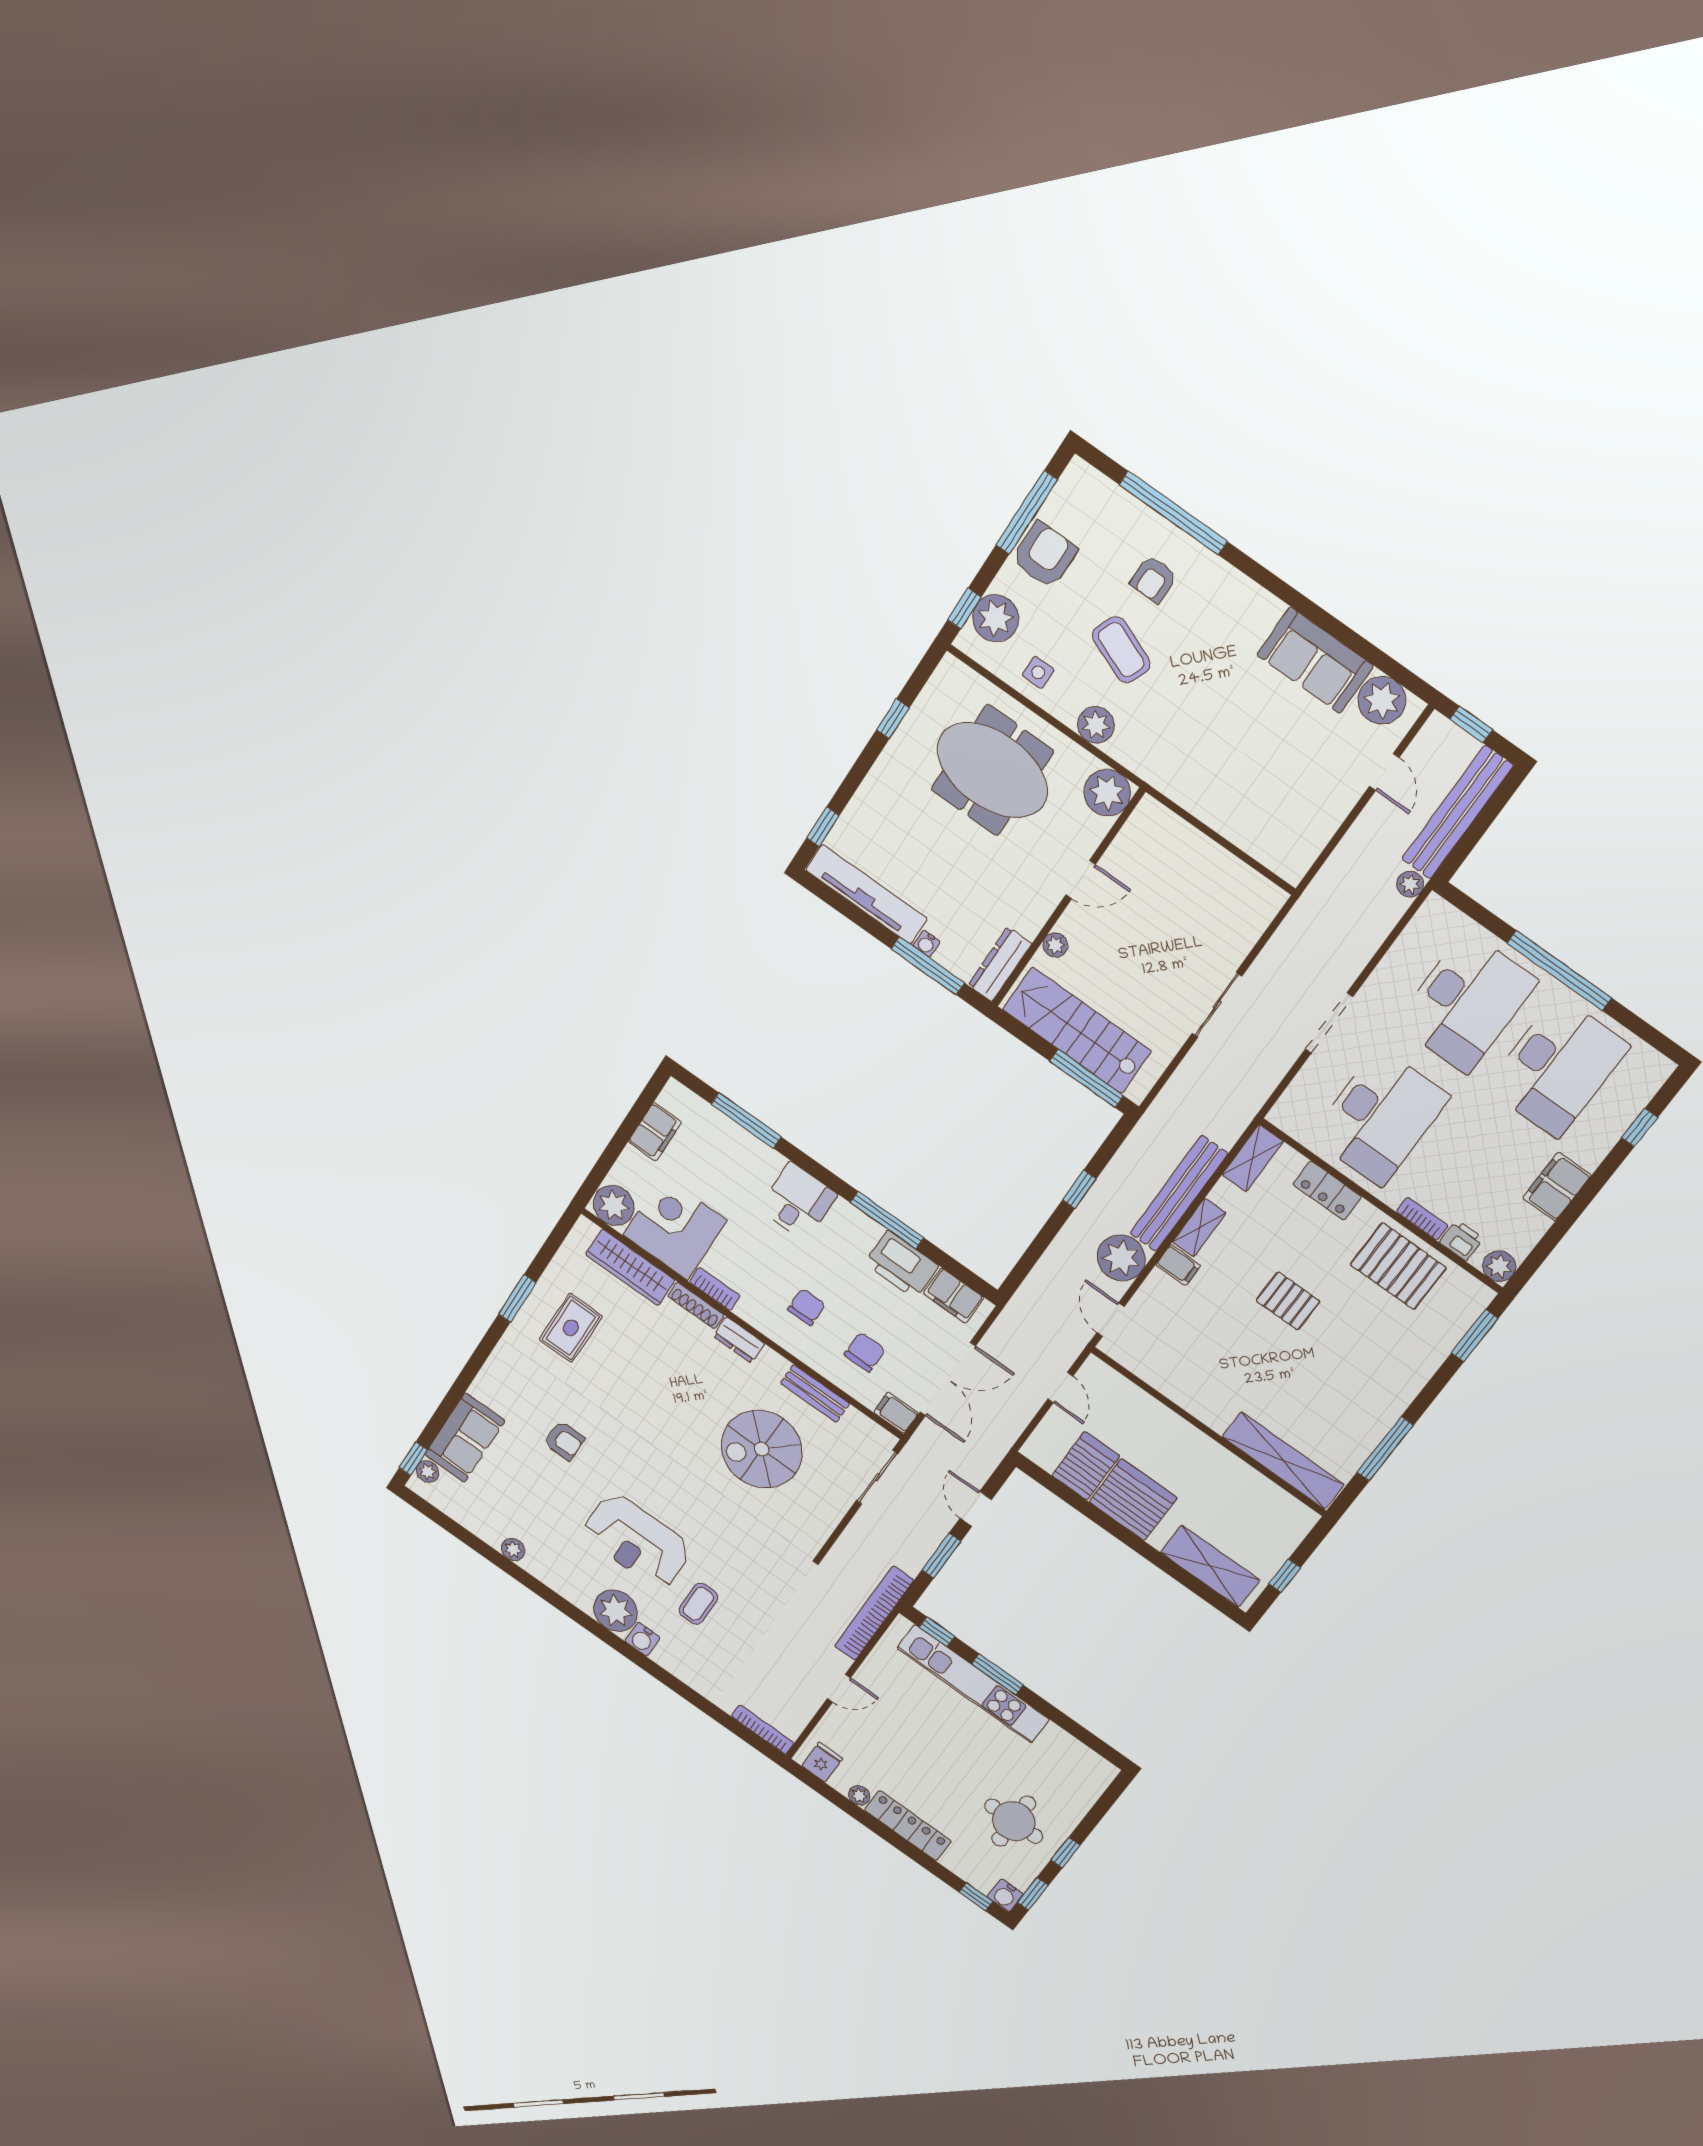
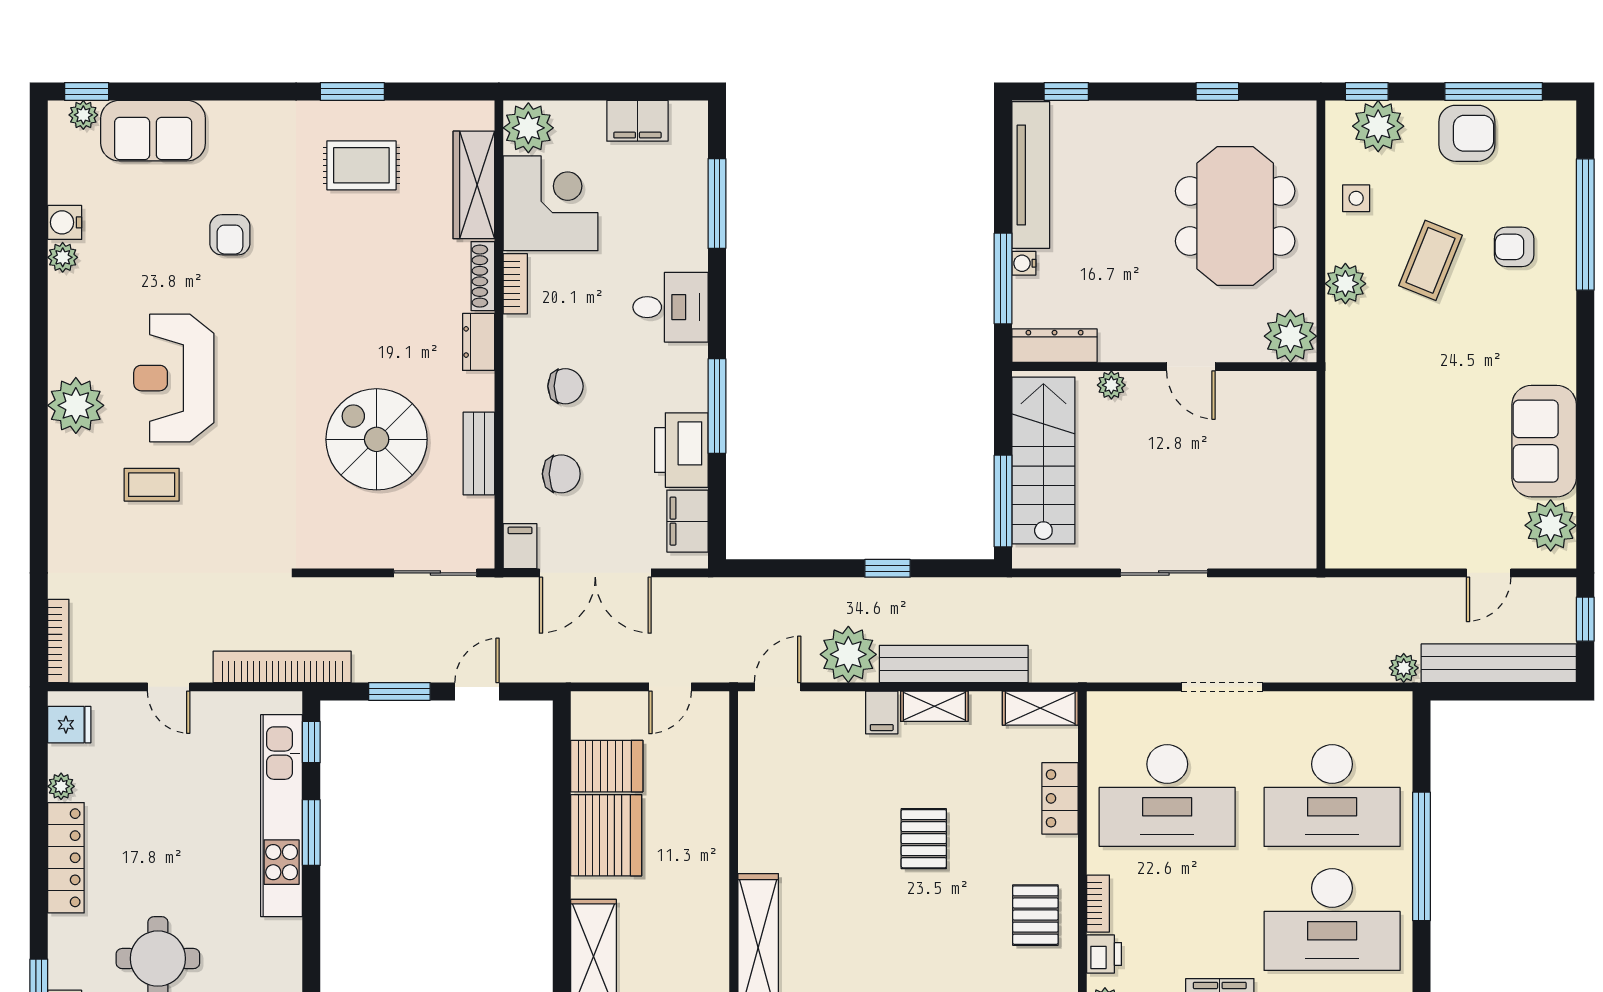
pallet: (1398, 1266) -> (1035, 915), width x0.67, depth x0.71
water cooler: (642, 1639) -> (65, 222), moved

